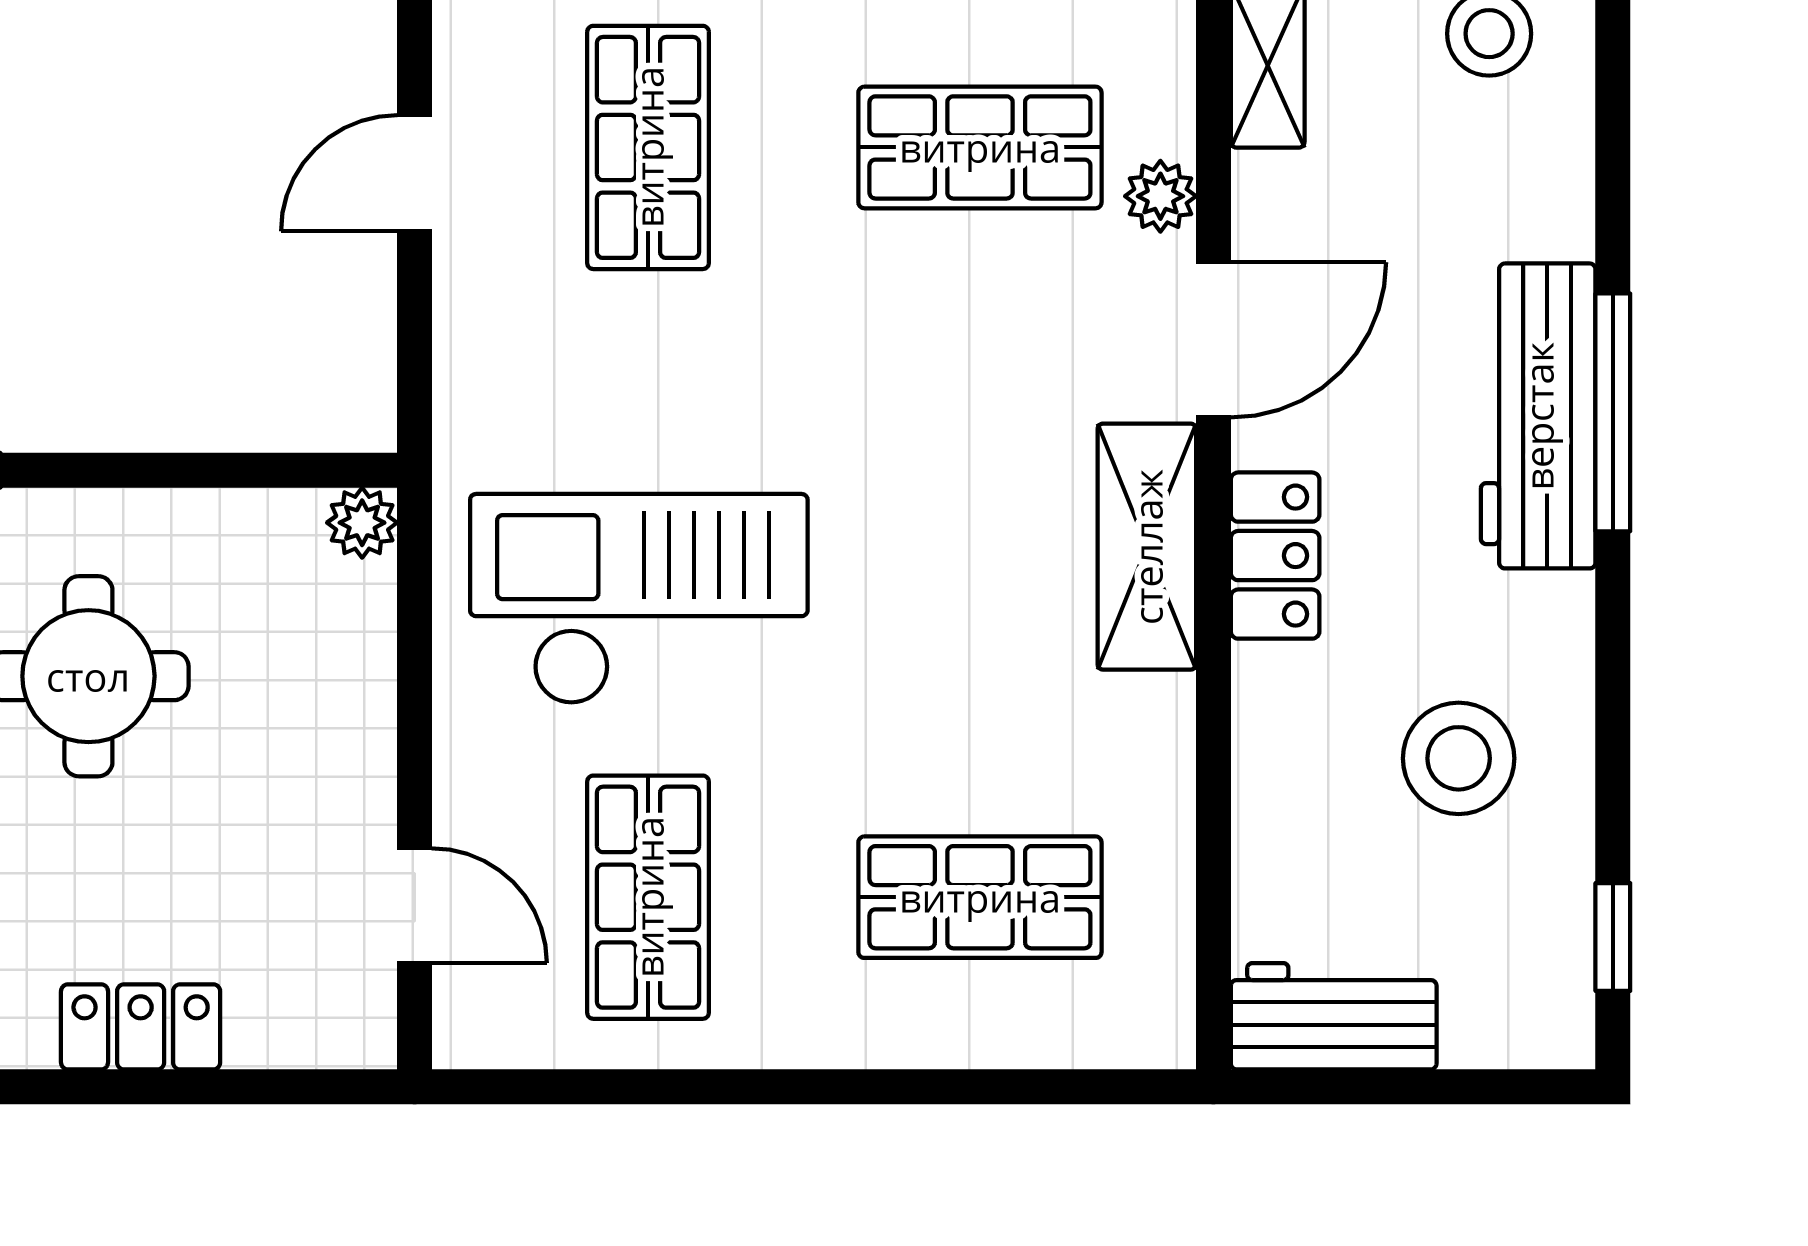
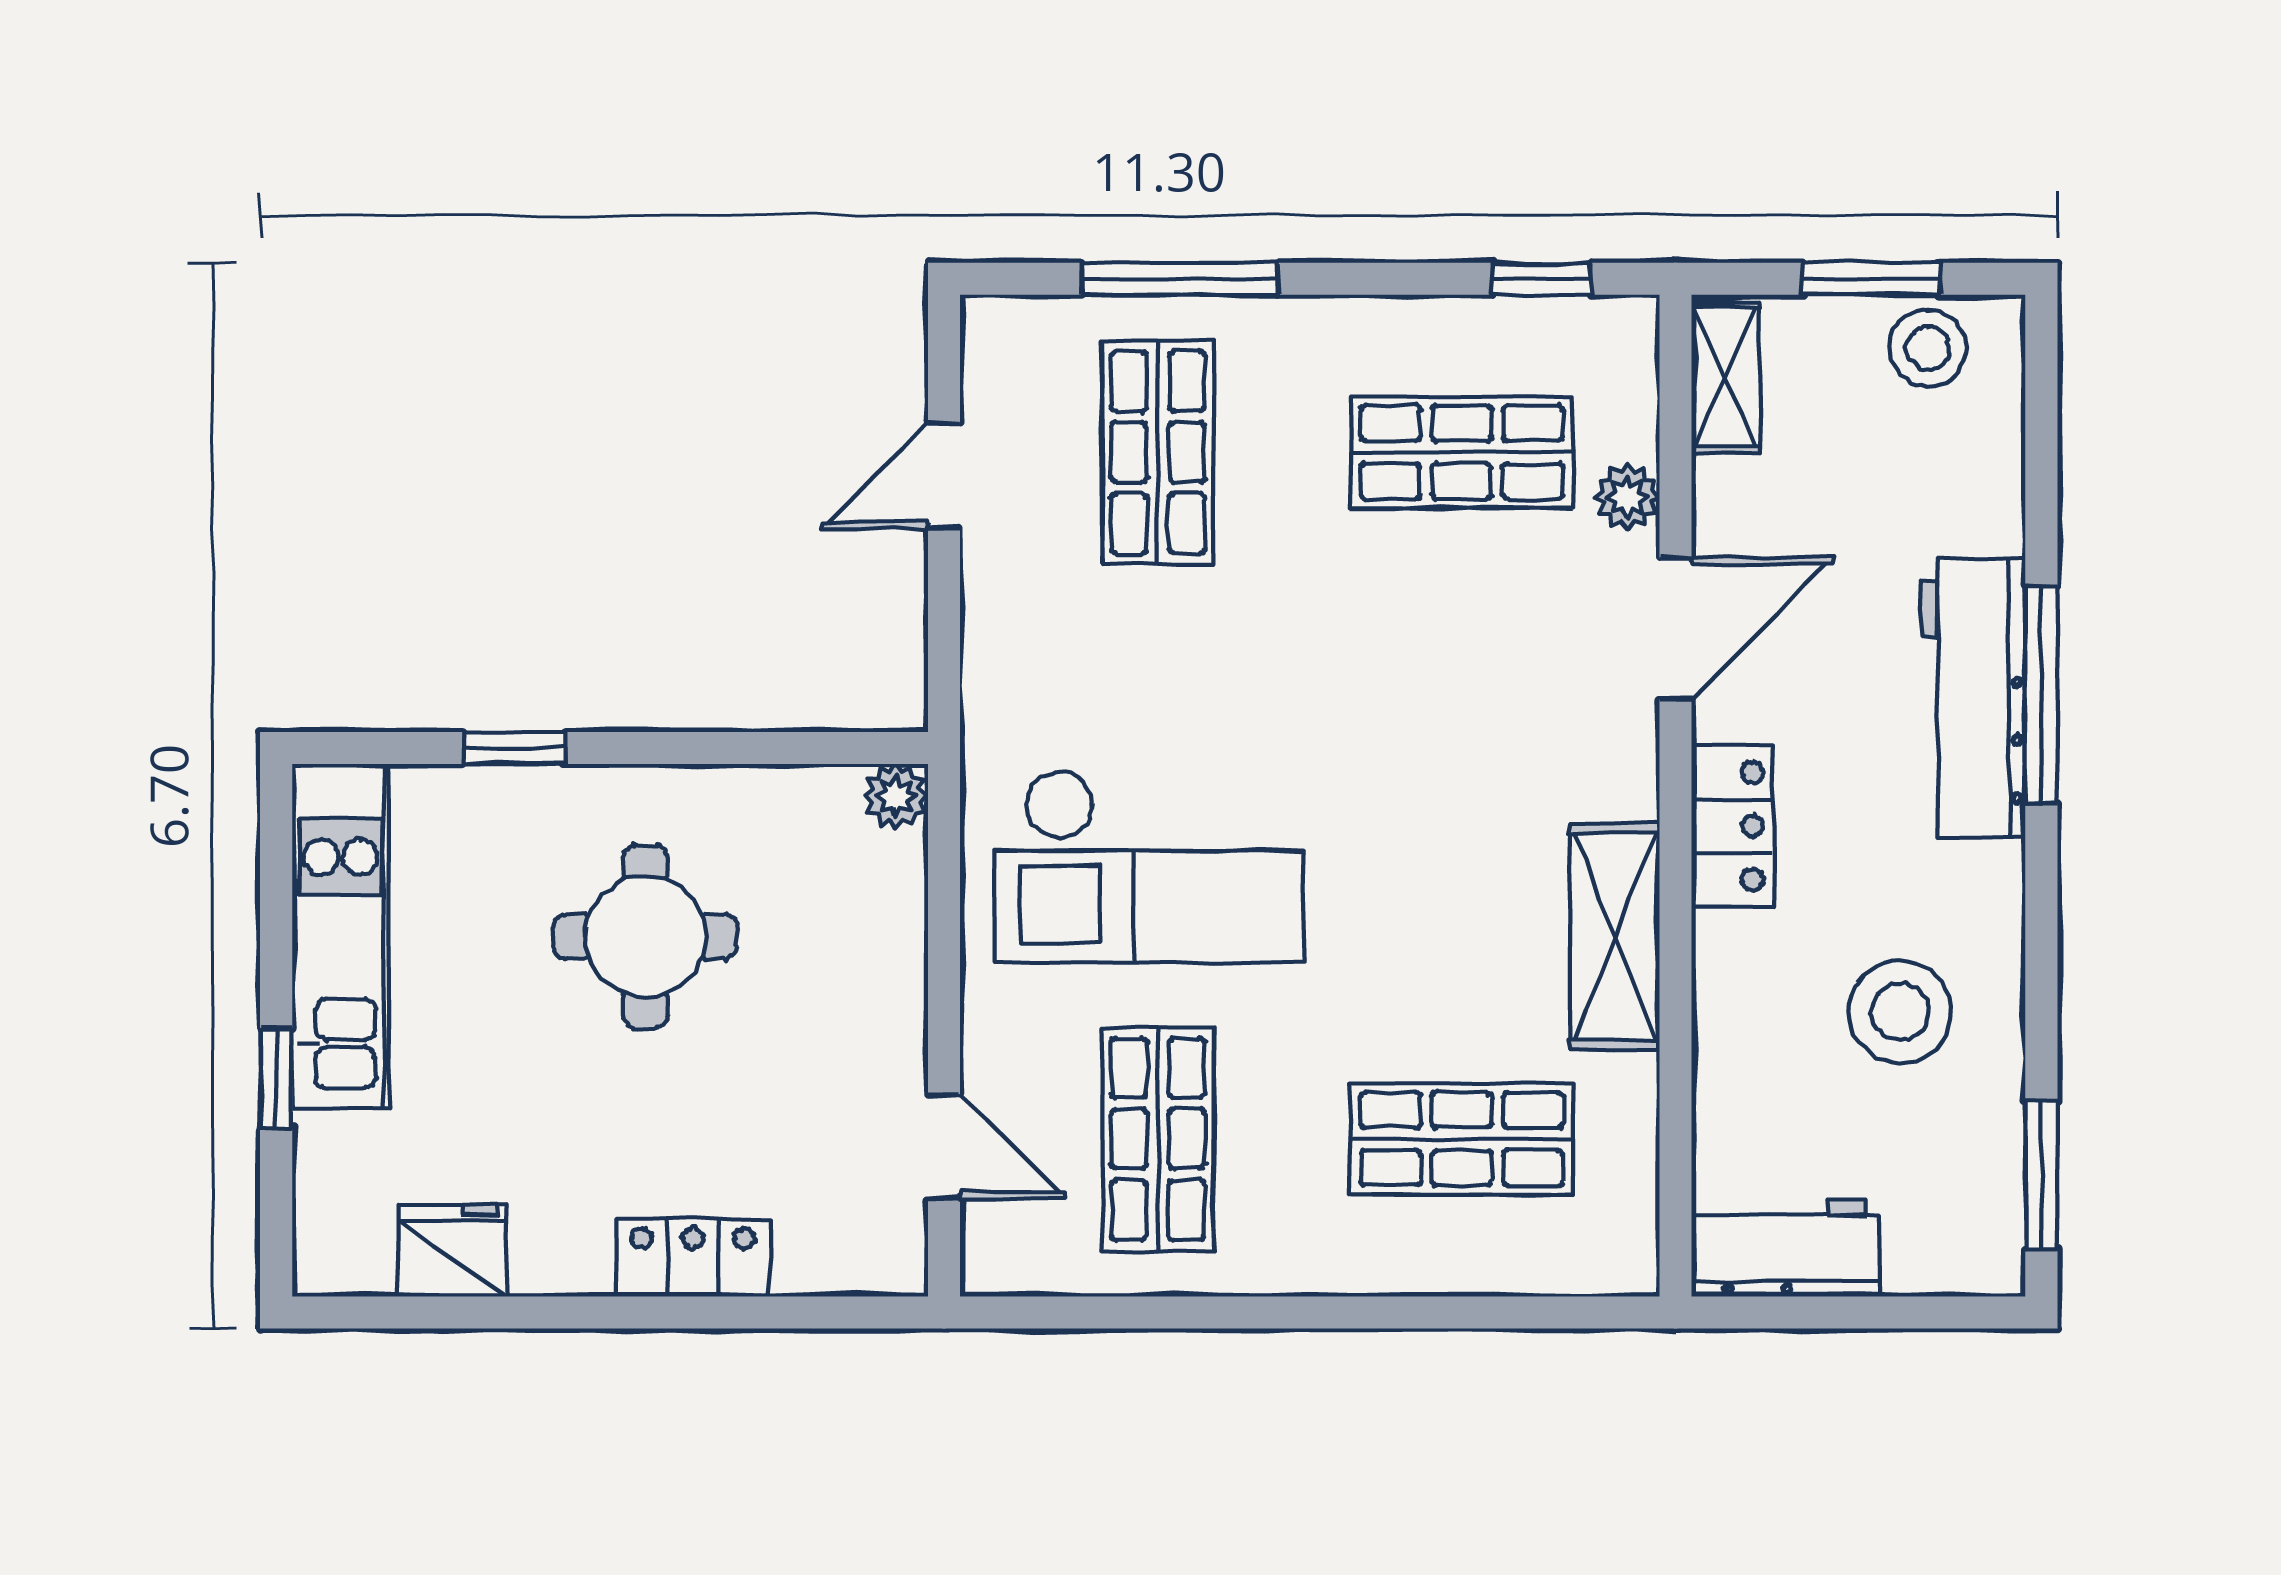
shelving: (1147, 547) -> (1615, 937), moved
checkout: (639, 599) -> (1149, 866), turned 180
window: (1613, 937) -> (2041, 1175), width x1.50

